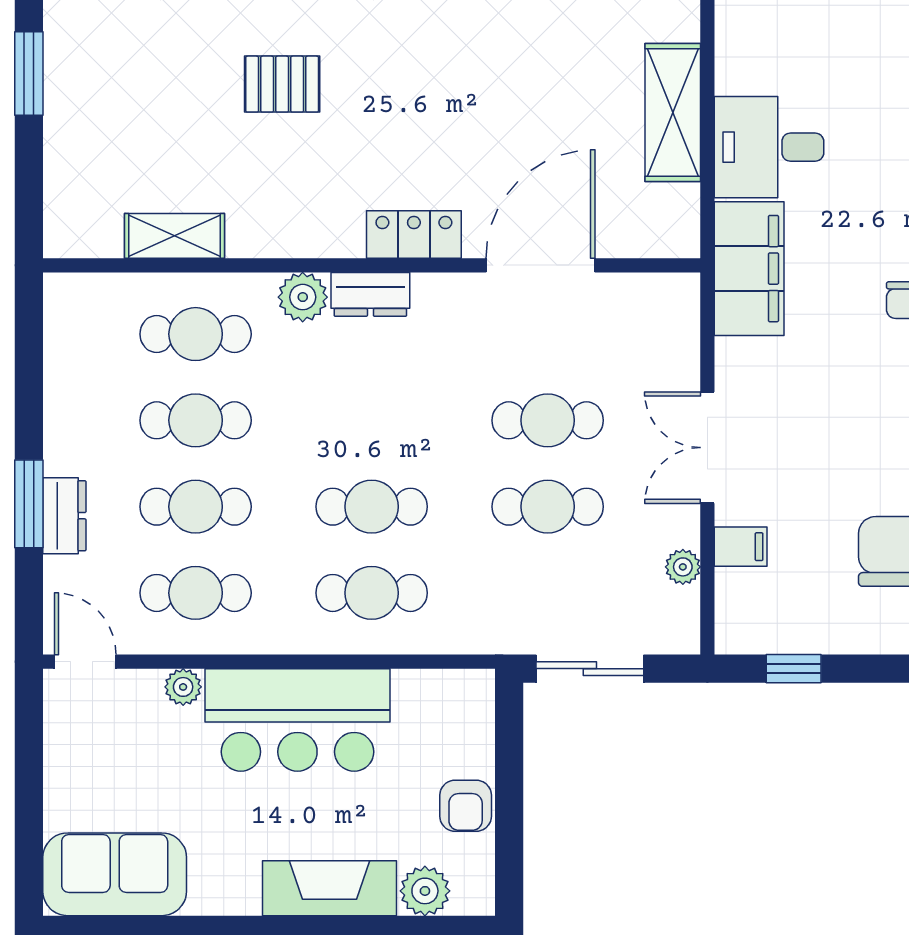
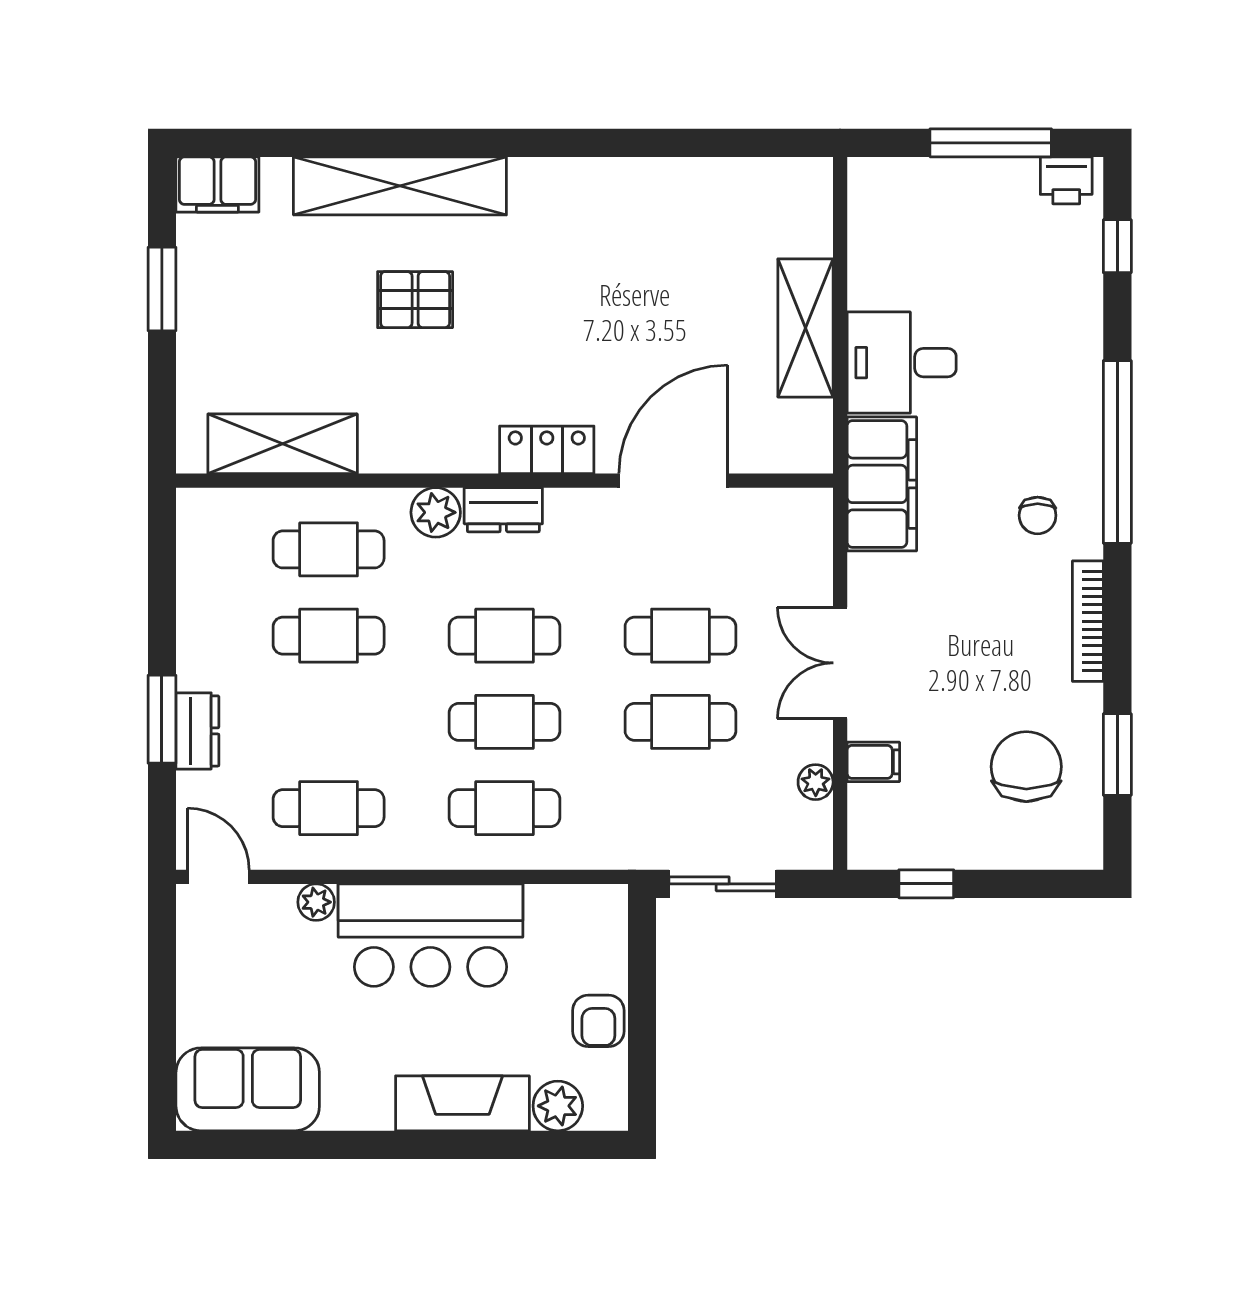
shelving: (175, 236) -> (283, 444), width x1.50, depth x1.33
cafe table: (196, 507) -> (505, 636), moved

